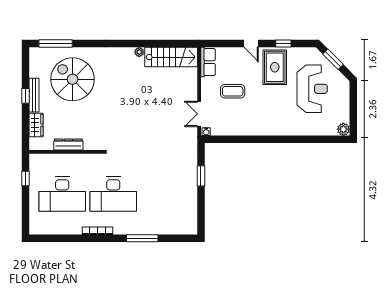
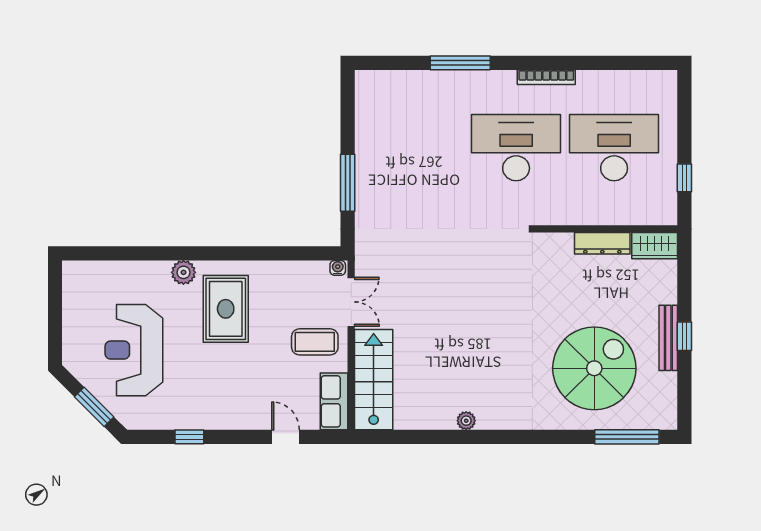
door: (251, 44) -> (286, 437), moved
stairs: (171, 57) -> (374, 380), moved, turned 90
rug: (275, 67) -> (226, 309), moved
spiral stairs: (73, 79) -> (594, 368), turned -90
coffee table: (233, 91) -> (315, 342), moved
wardrobe: (36, 125) -> (655, 246), moved, turned -90
plant: (343, 129) -> (183, 272), moved
window: (201, 176) -> (348, 183), width x1.44

